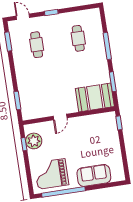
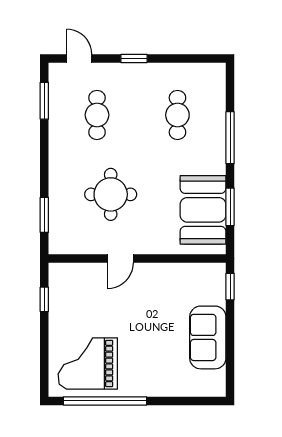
round table: (50, 85) -> (111, 194), added
booth: (95, 97) -> (203, 210), moved, turned 90
plant: (34, 141) -> (64, 296), removed
sofa: (94, 175) -> (208, 337), moved, turned -90

